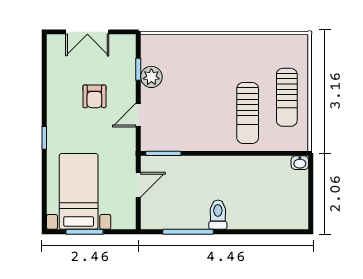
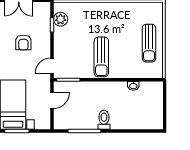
plant: (151, 77) -> (61, 19), moved
sun lounger: (248, 113) -> (101, 57), moved
door: (138, 115) -> (52, 66), moved
washbasin: (300, 163) -> (133, 86), moved

